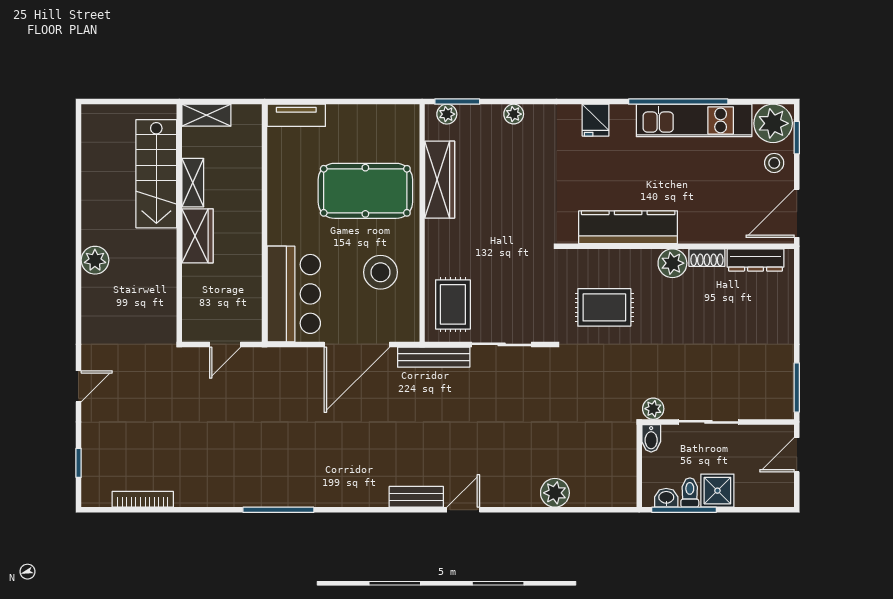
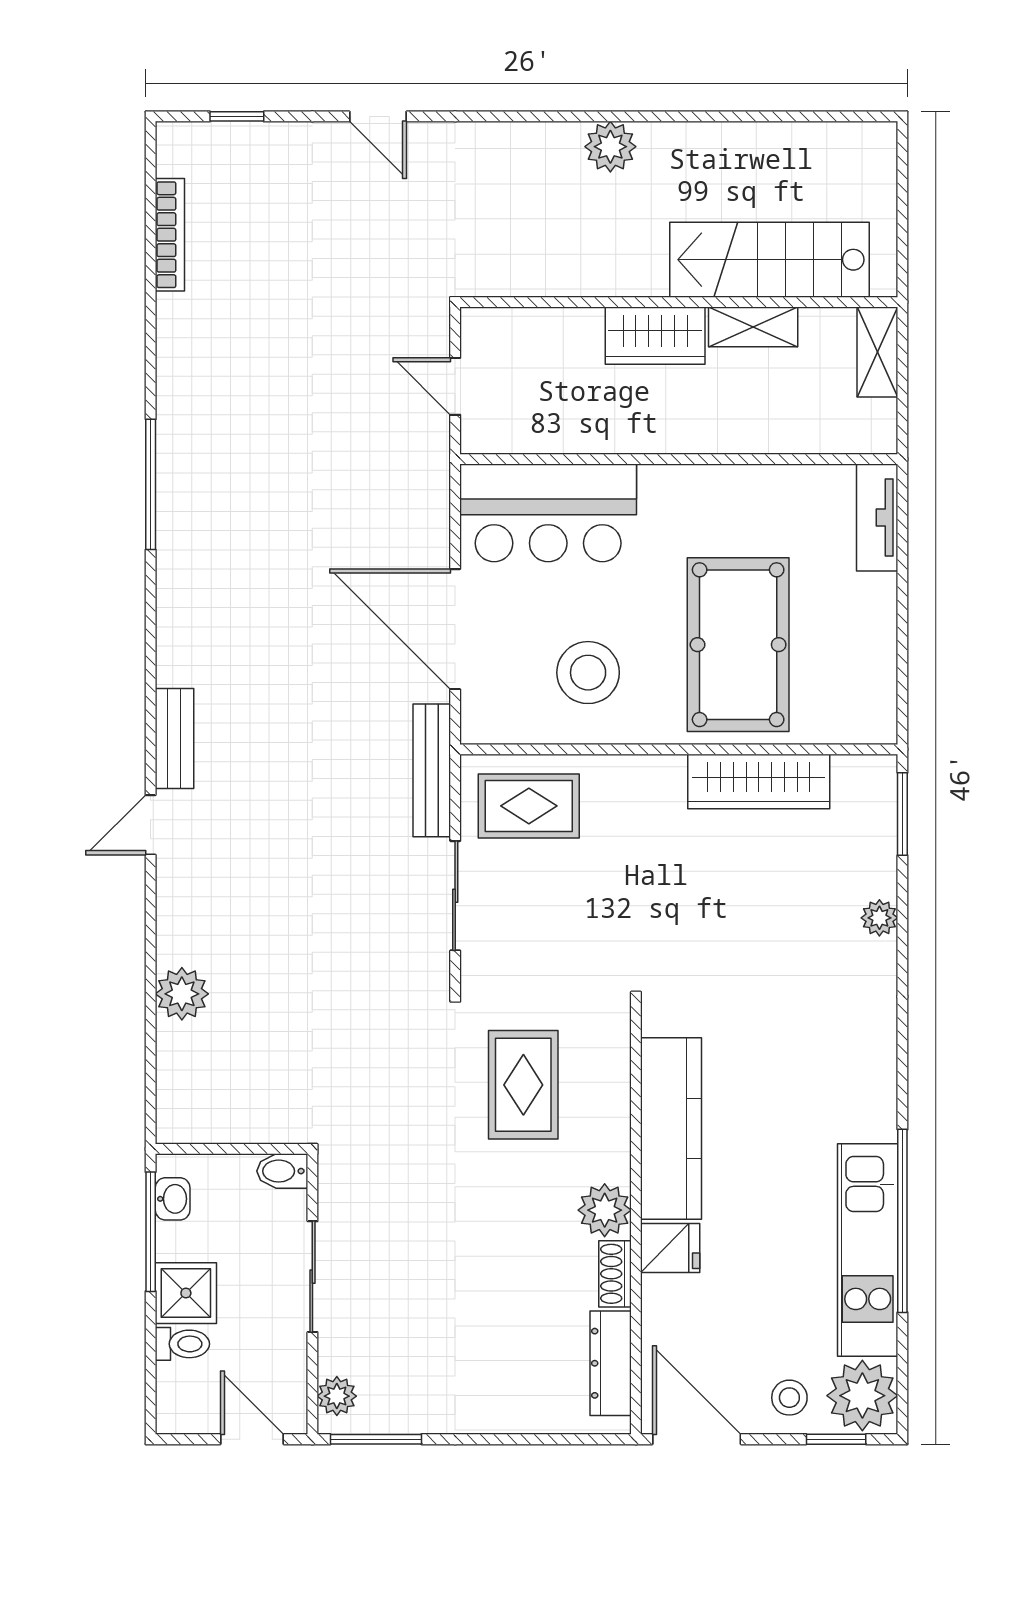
plant: (447, 114) -> (879, 795), removed
fridge: (596, 120) -> (670, 1248), moved, turned 180
plant: (653, 409) -> (337, 1396), moved
toilet: (690, 493) -> (182, 1344), moved
door: (463, 510) -> (151, 825), swing flipped

